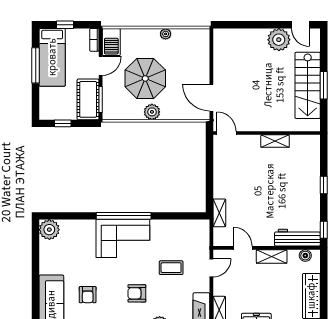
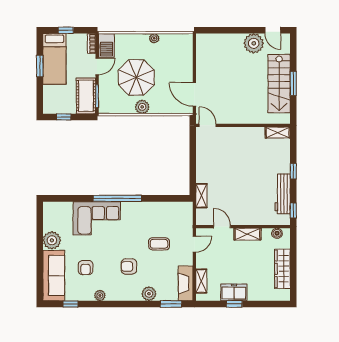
window: (36, 65) -> (40, 66), width x0.69
shelving: (275, 141) -> (278, 133), moved
plant: (49, 230) -> (52, 240), moved
workbench: (297, 238) -> (283, 194), moved, turned -90
corner sofa: (123, 239) -> (97, 218), moved

